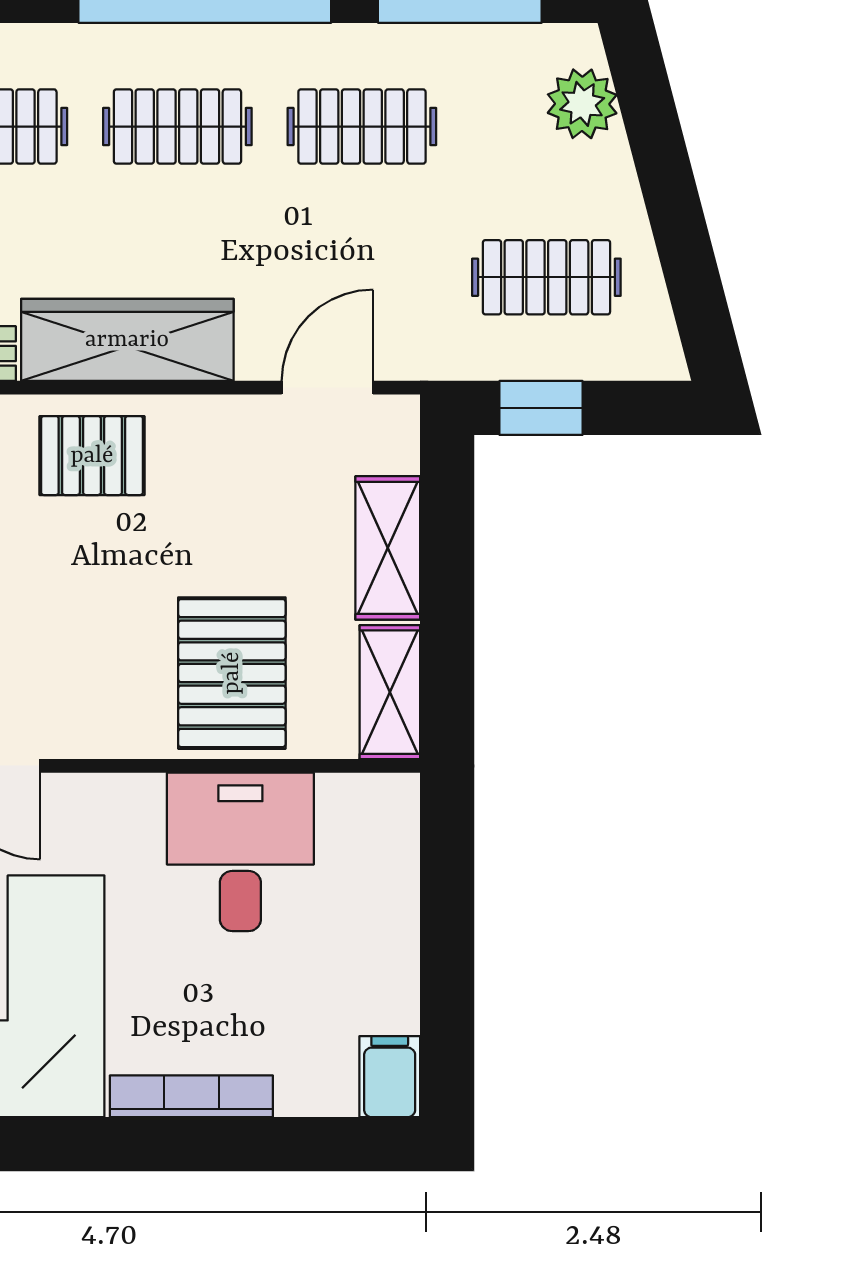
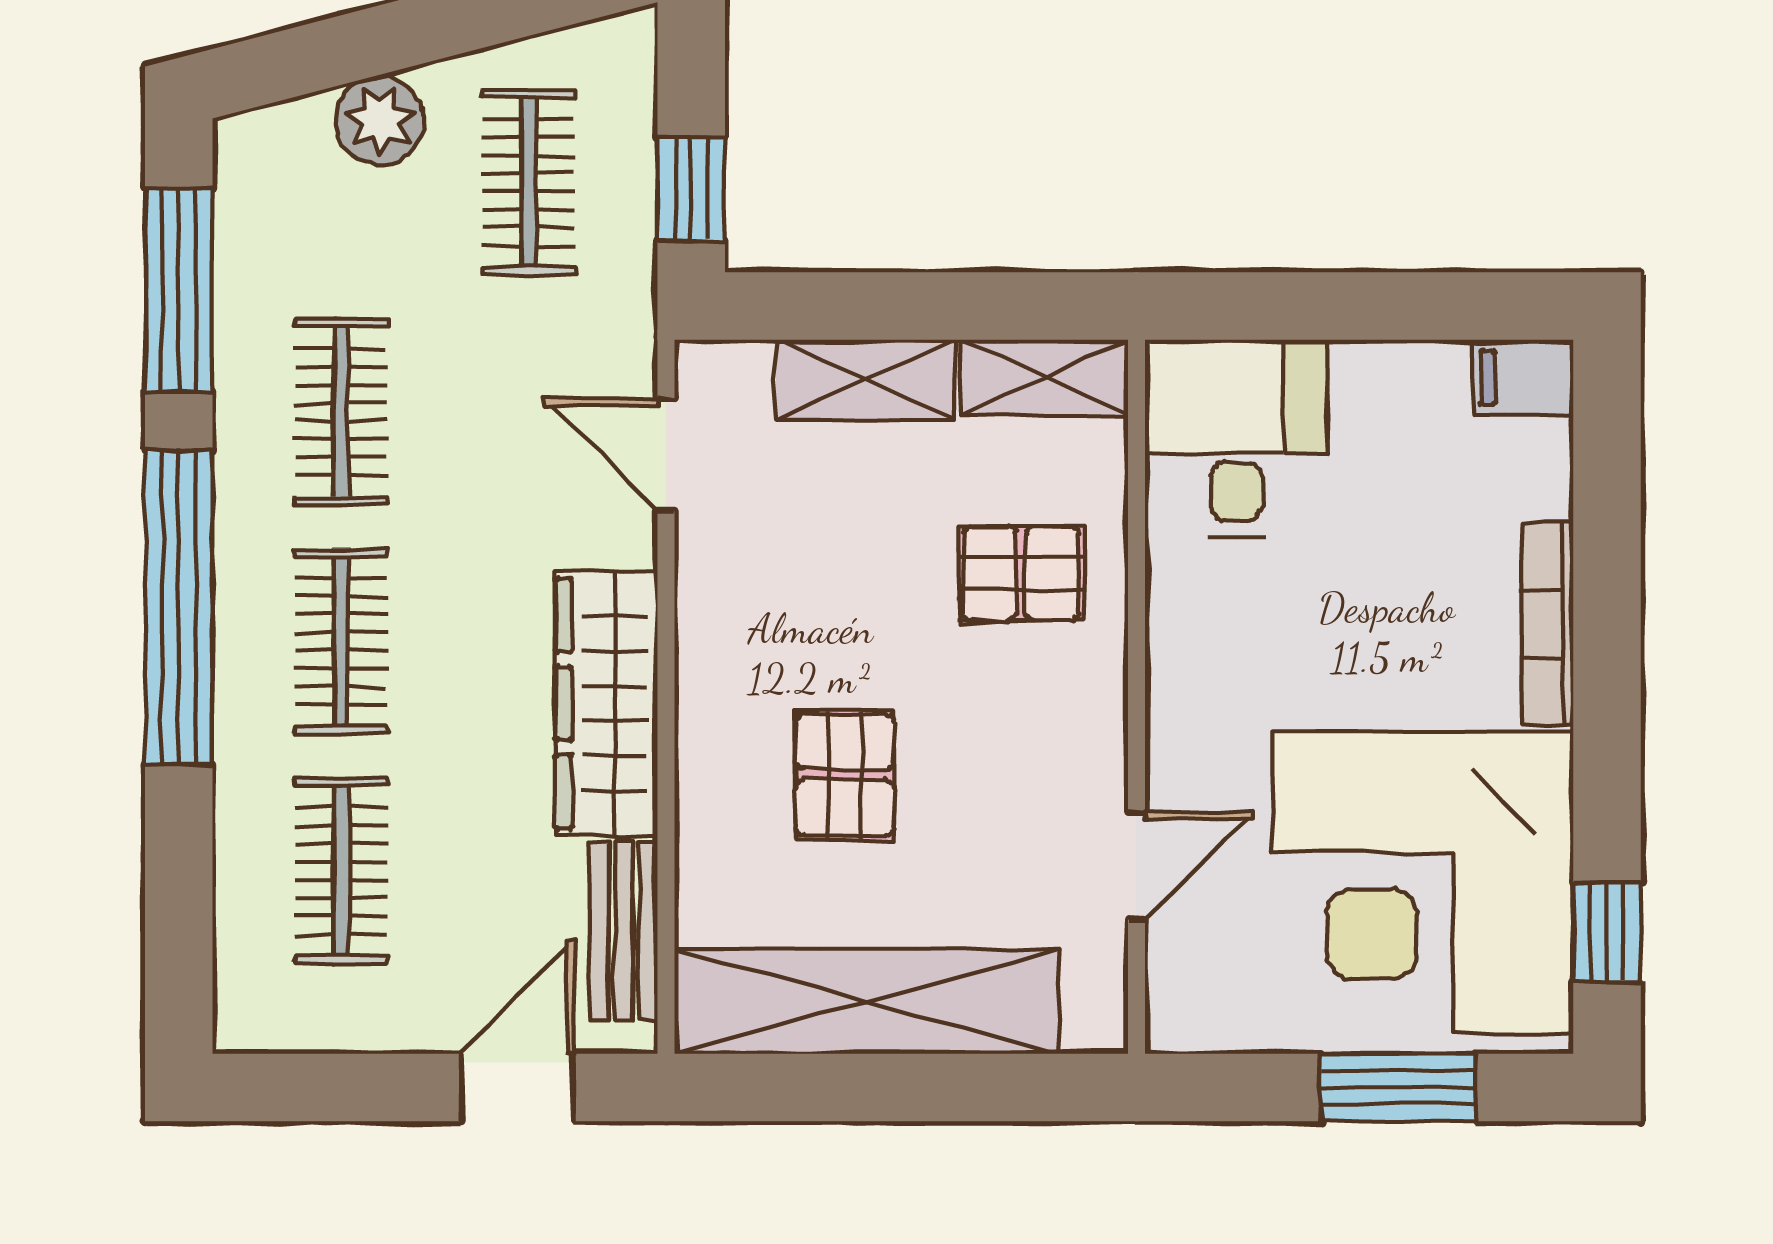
plant: (582, 104) -> (380, 120), moved
pallet: (92, 456) -> (845, 775), moved
pallet: (232, 673) -> (1021, 574), width x0.67, depth x0.71
desk: (240, 852) -> (1236, 438), moved, turned 90

